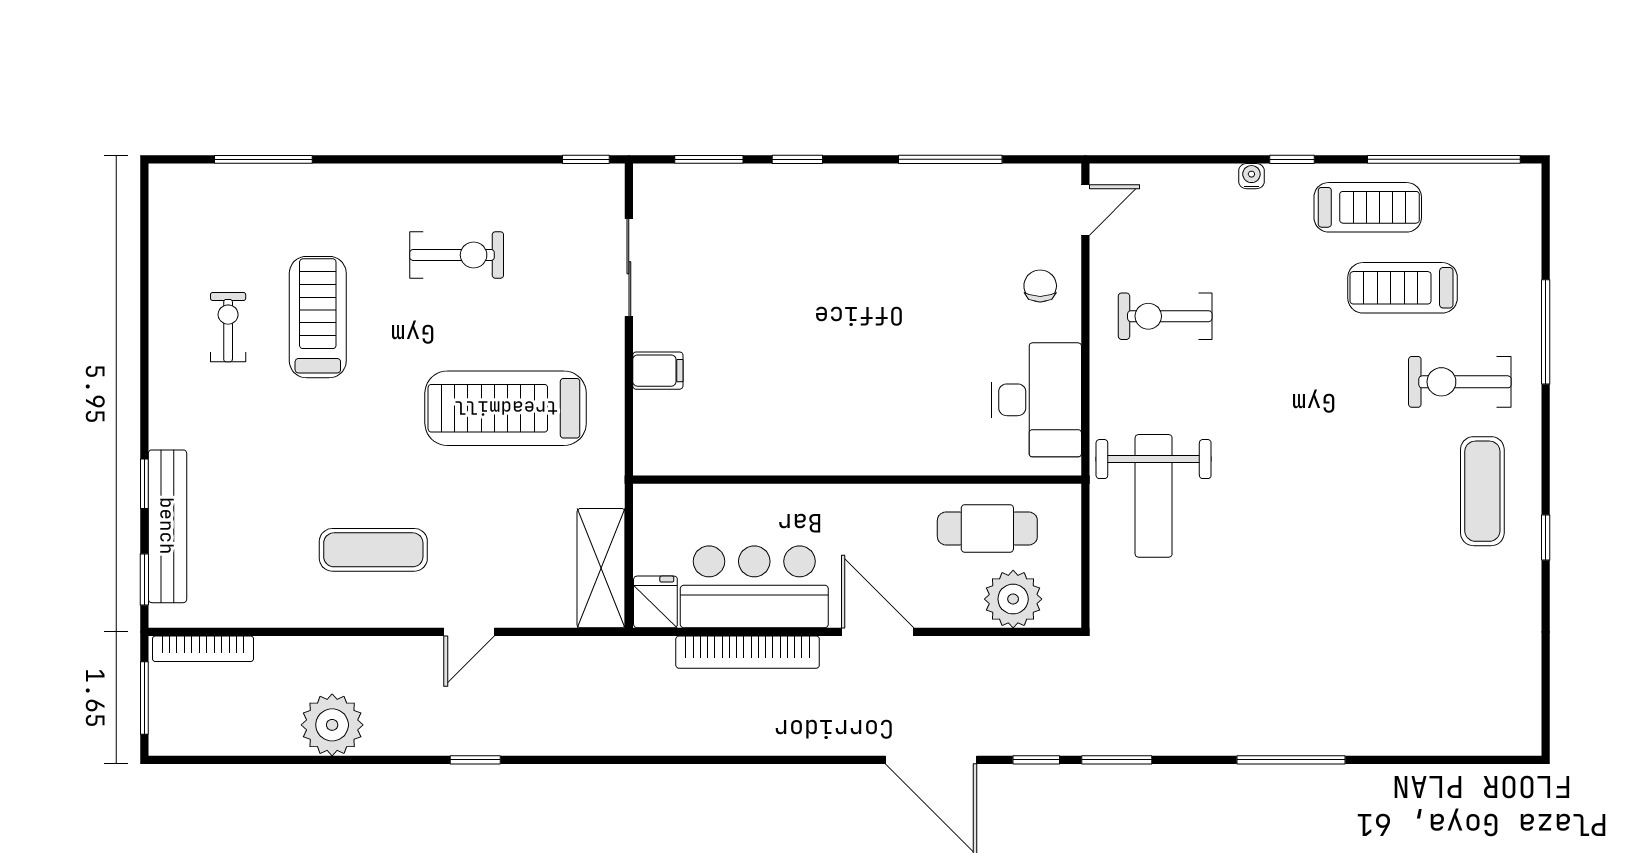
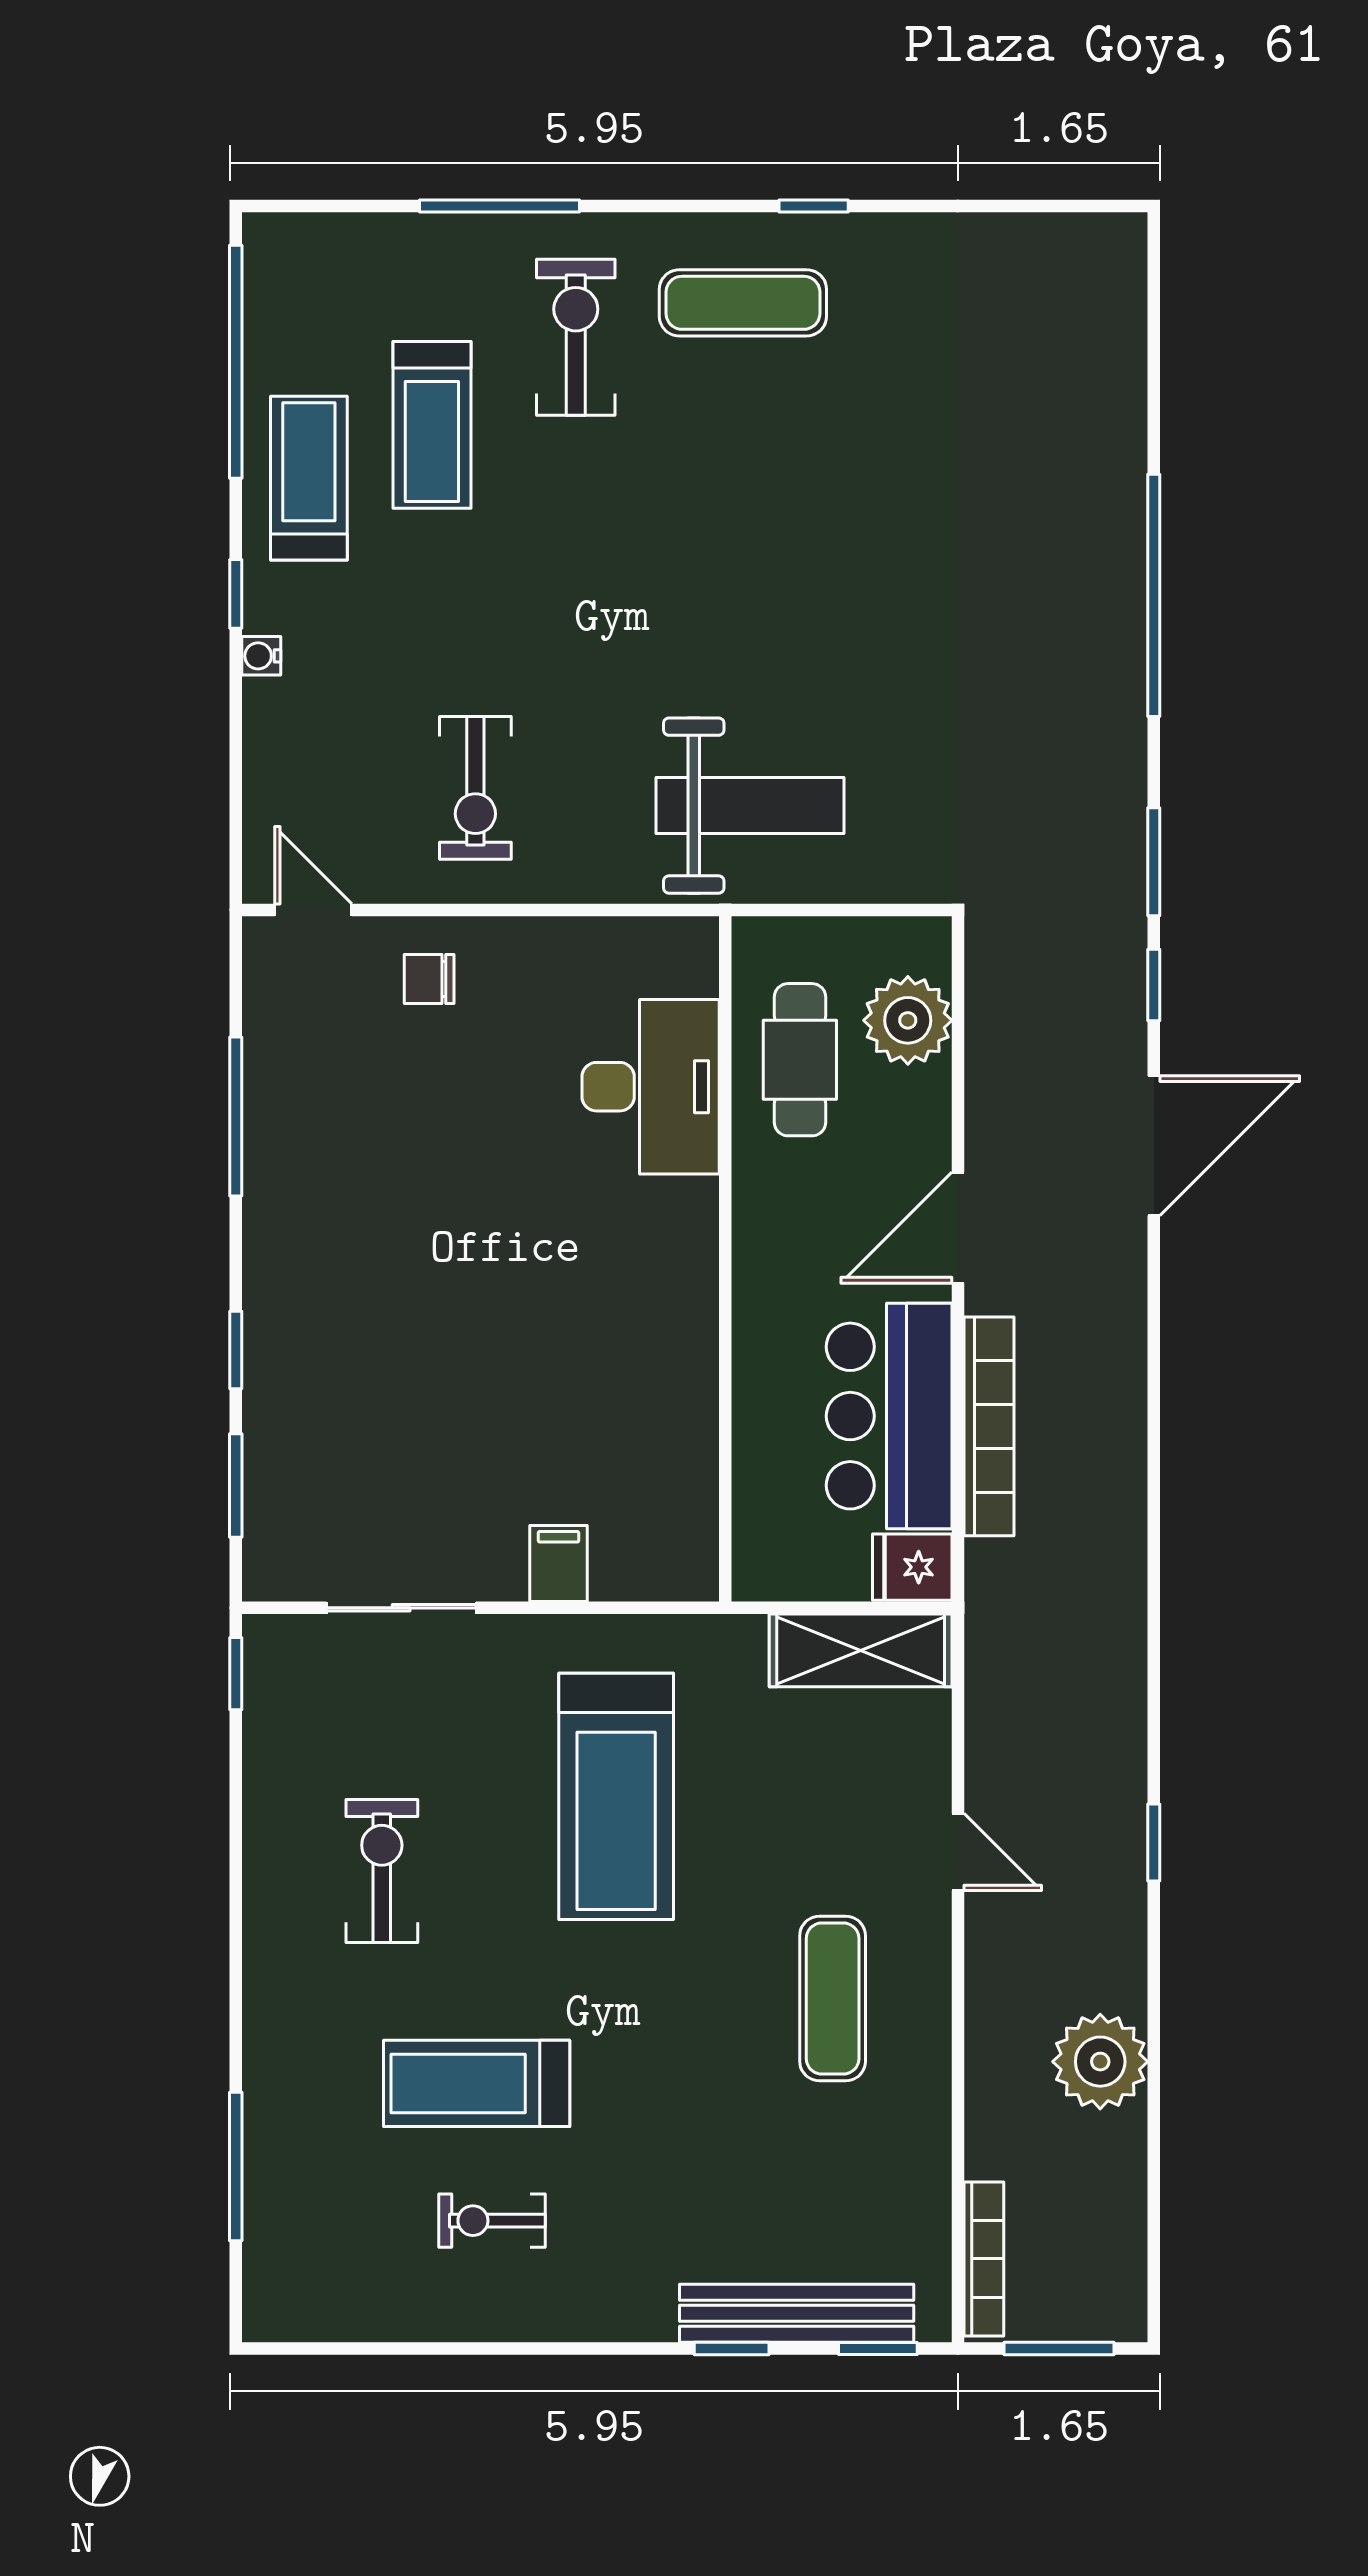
exercise bike: (1460, 382) -> (576, 337), turned 180
desk: (1036, 400) -> (651, 1087), moved, turned 90
window: (1291, 760) -> (1154, 595), width x1.46

